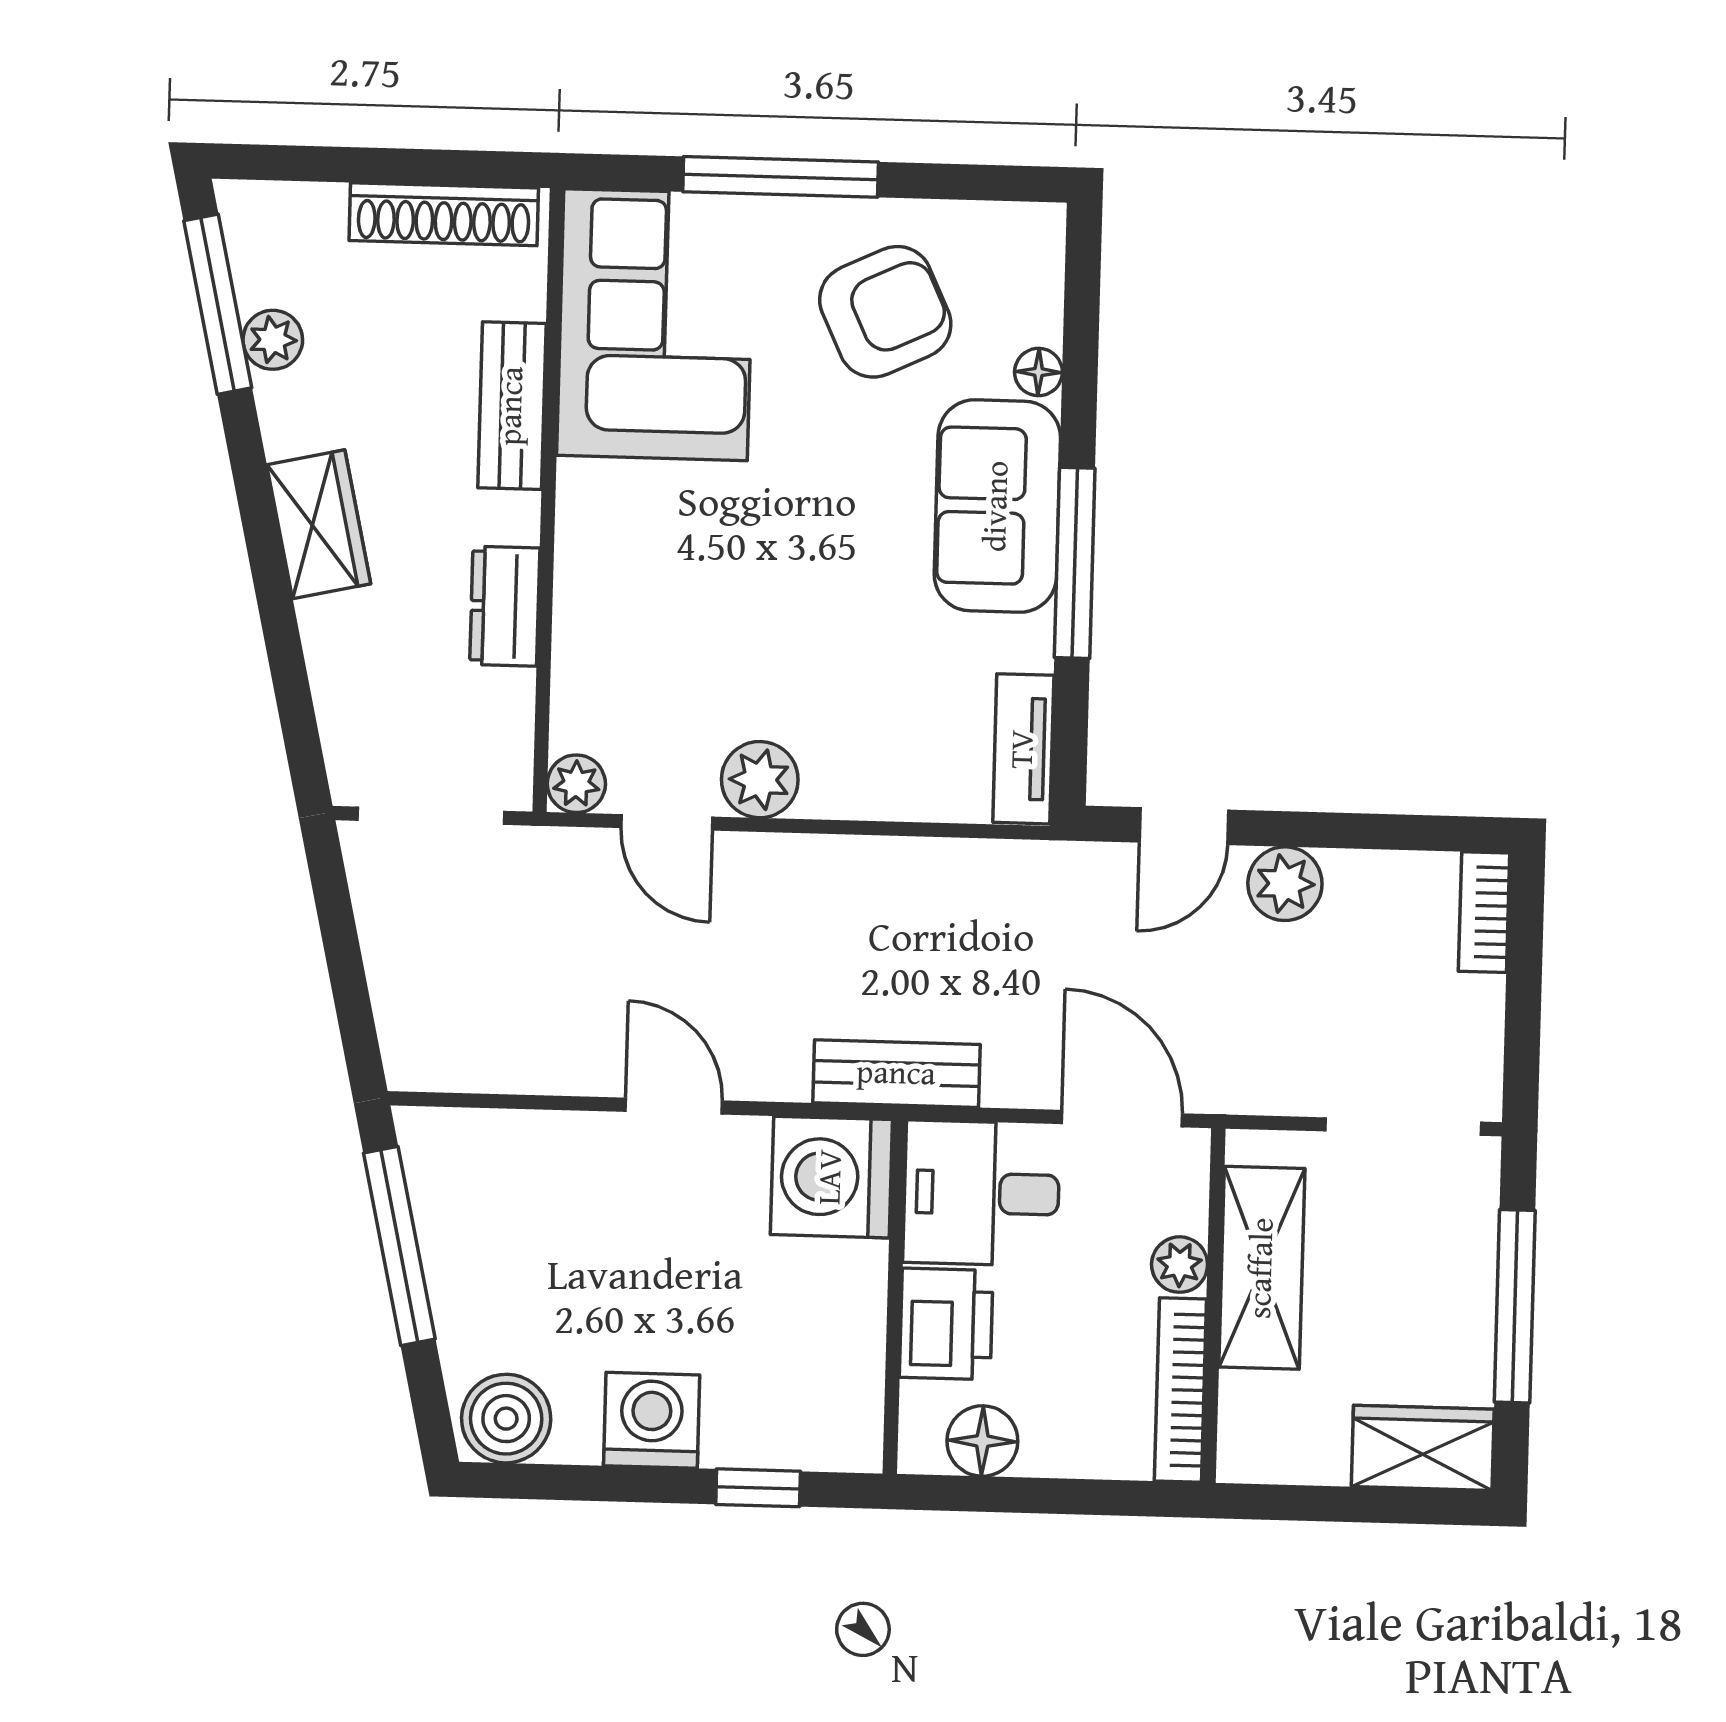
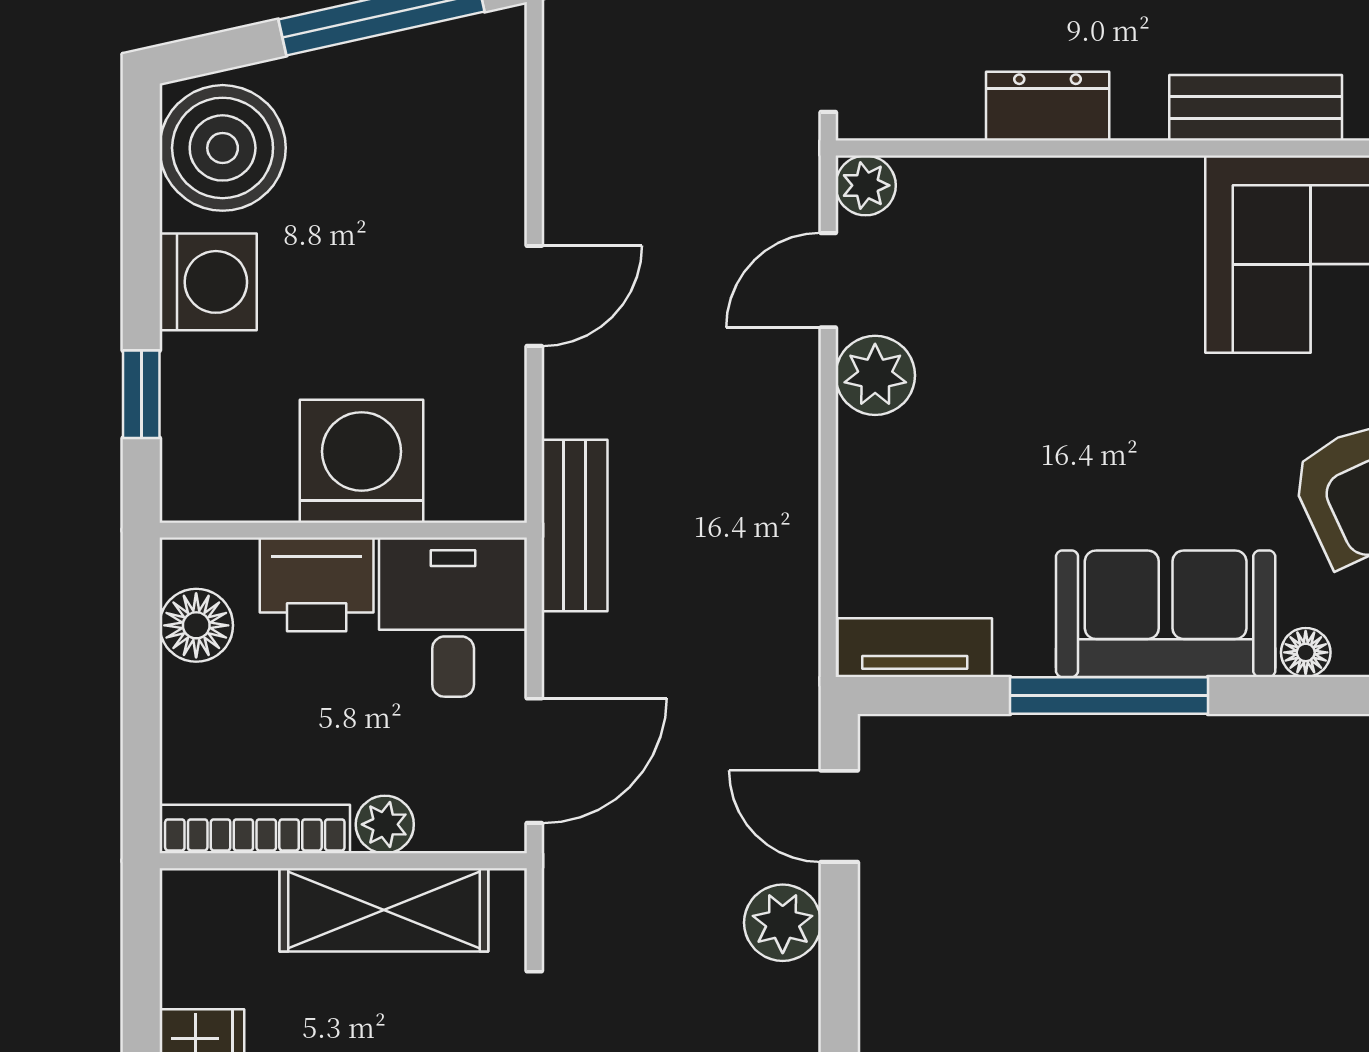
washing machine: (831, 1177) -> (362, 461), moved
boiler: (506, 1419) -> (223, 148), width x1.37, depth x1.37

